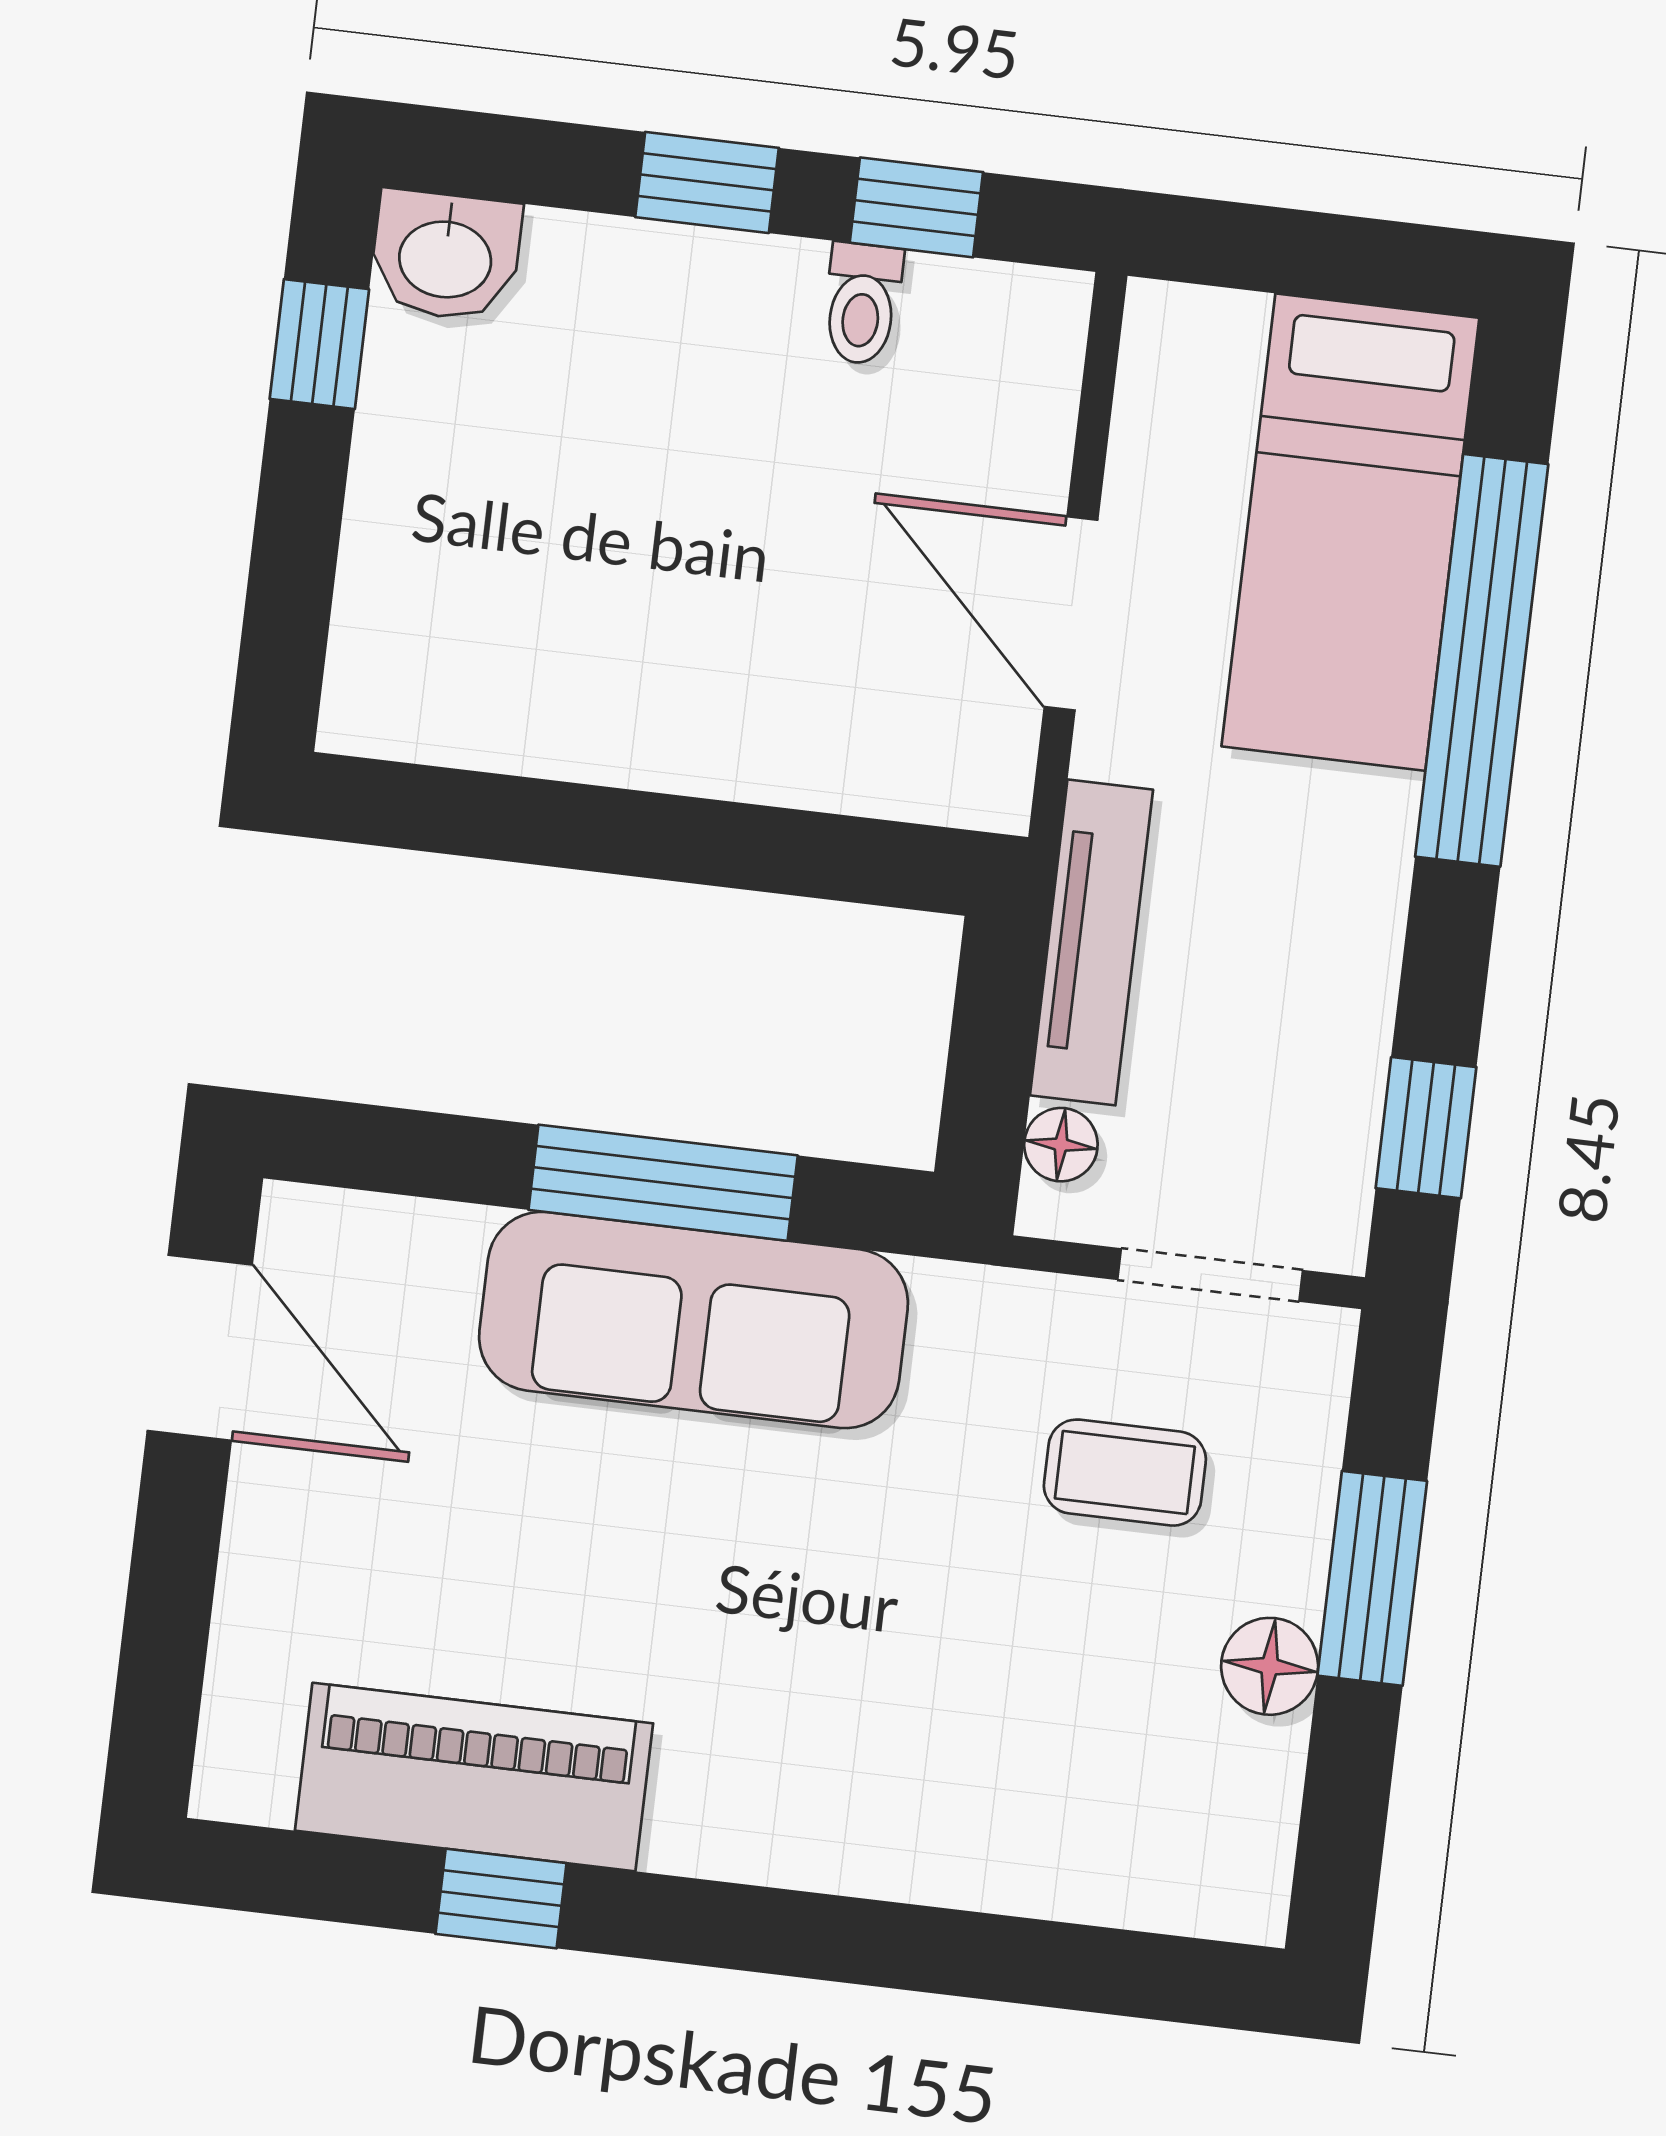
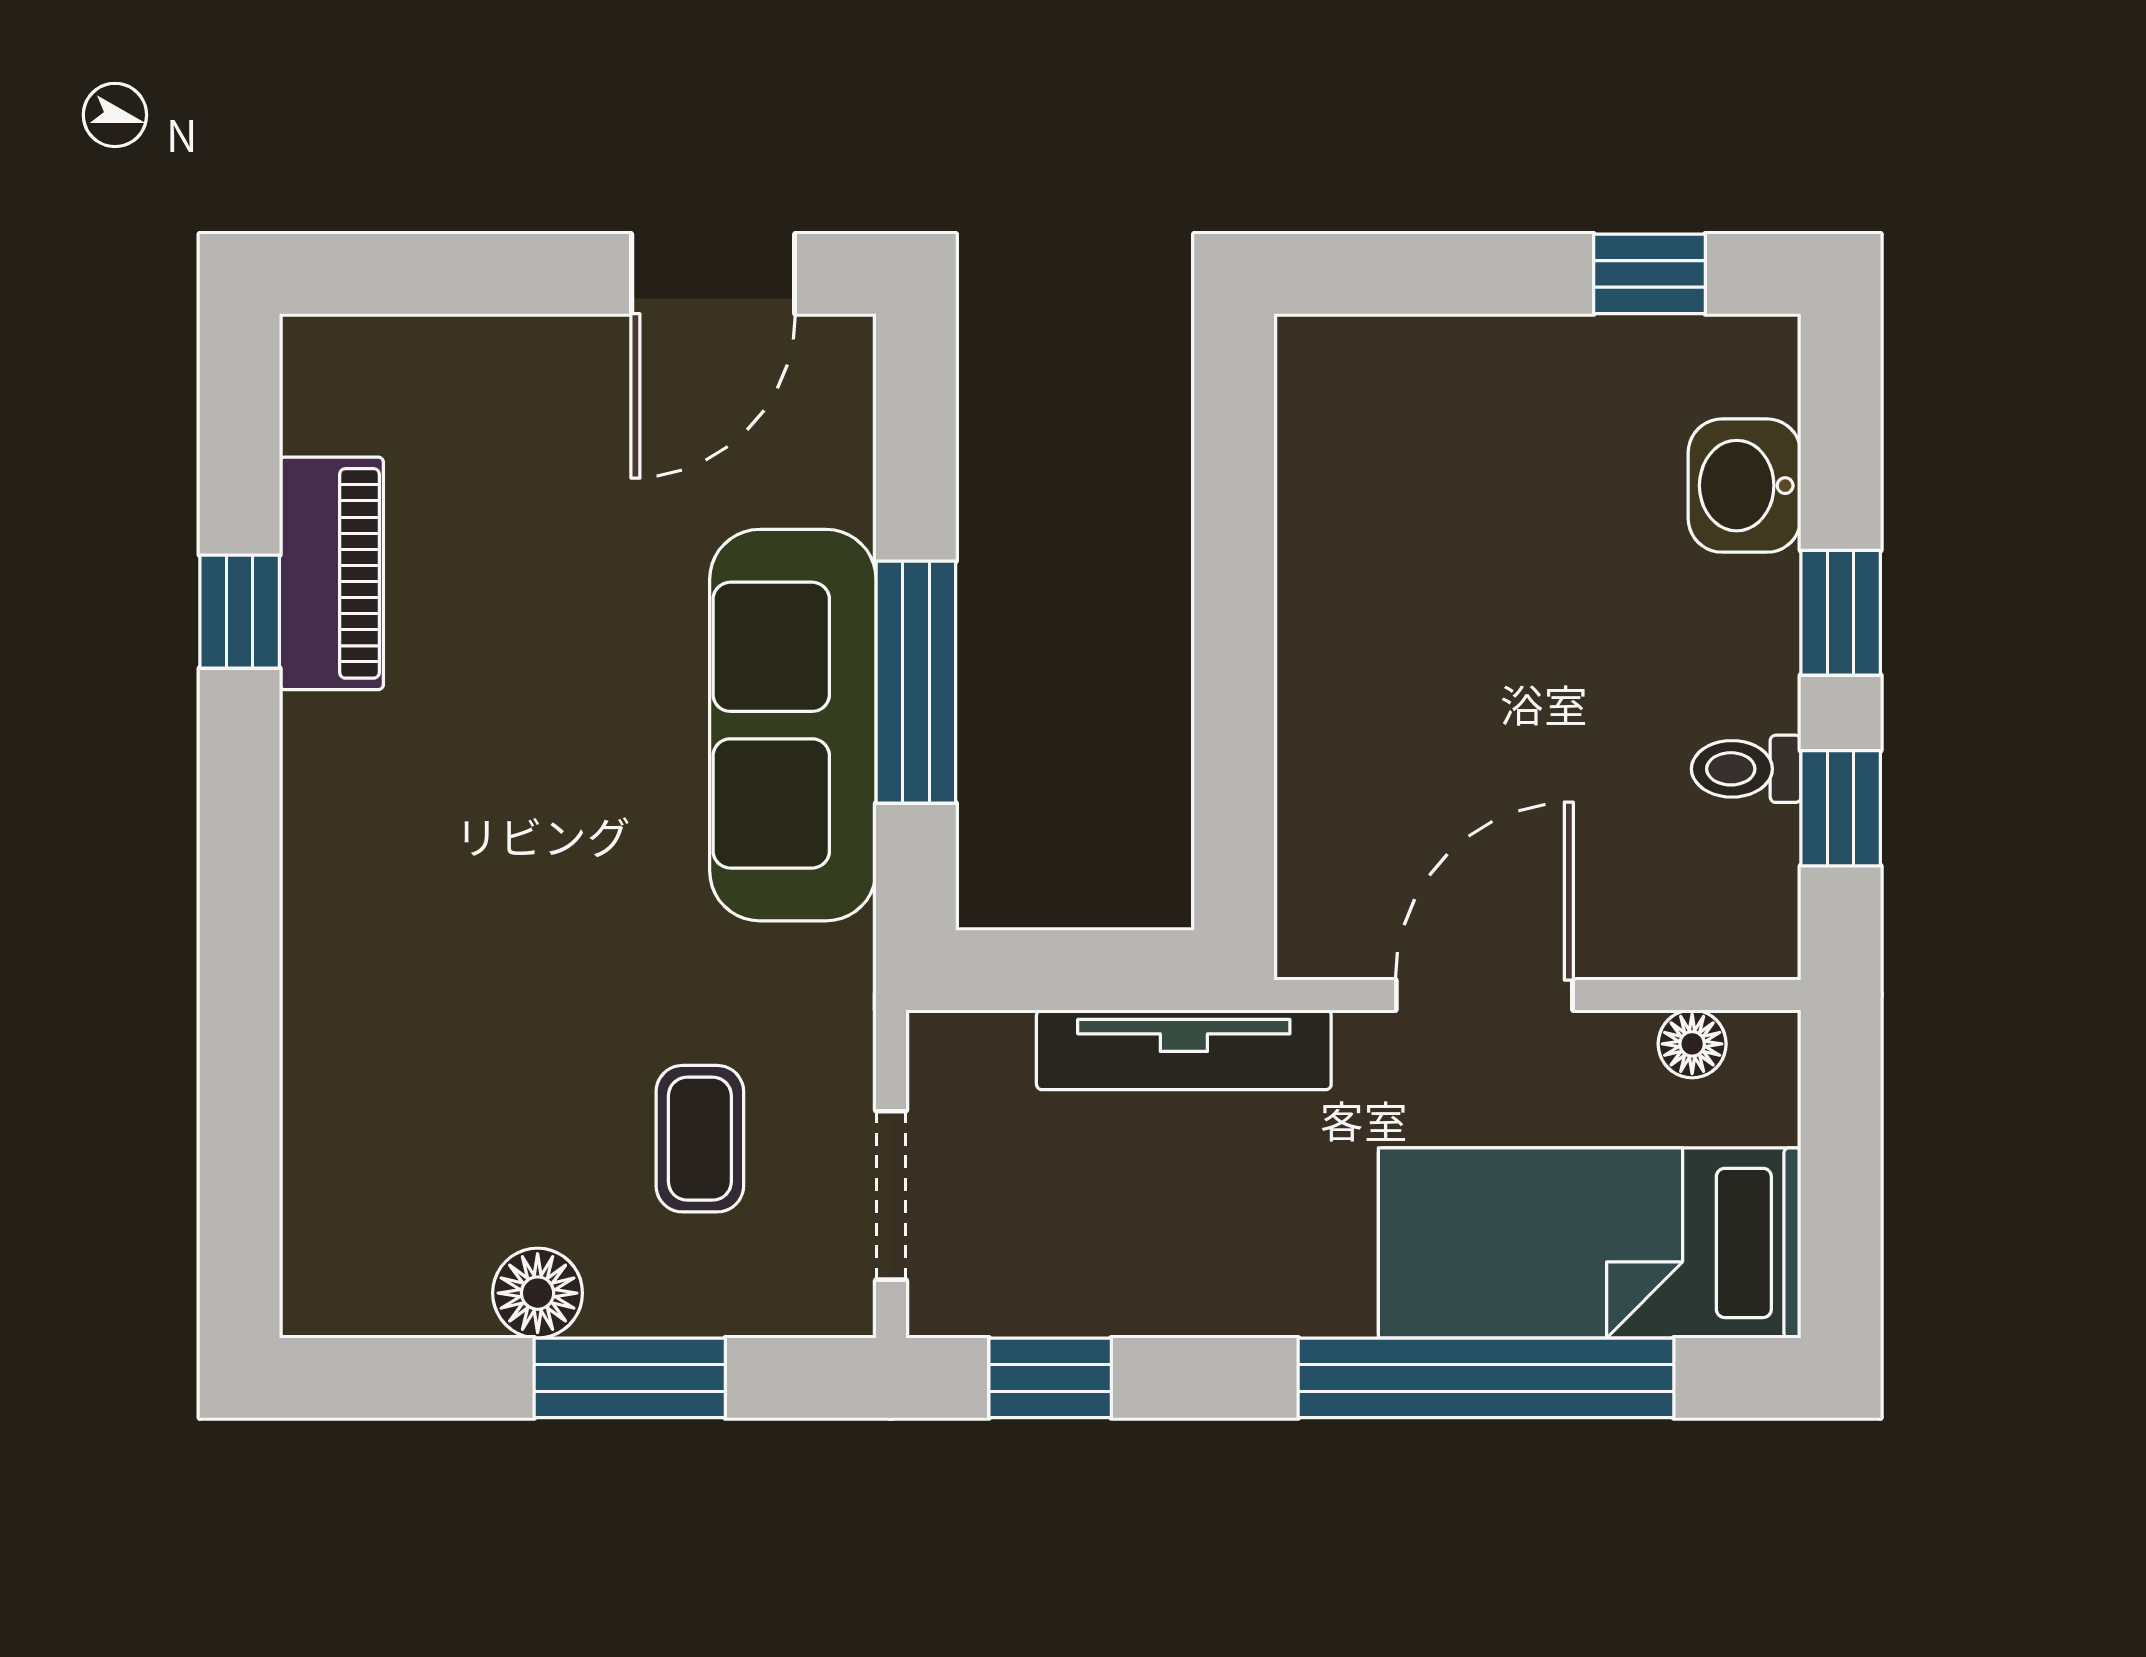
washbasin: (446, 256) -> (1745, 486), moved
floor lamp: (1061, 1145) -> (1692, 1044), moved
piano: (474, 1777) -> (331, 573), width x0.73, depth x0.75

